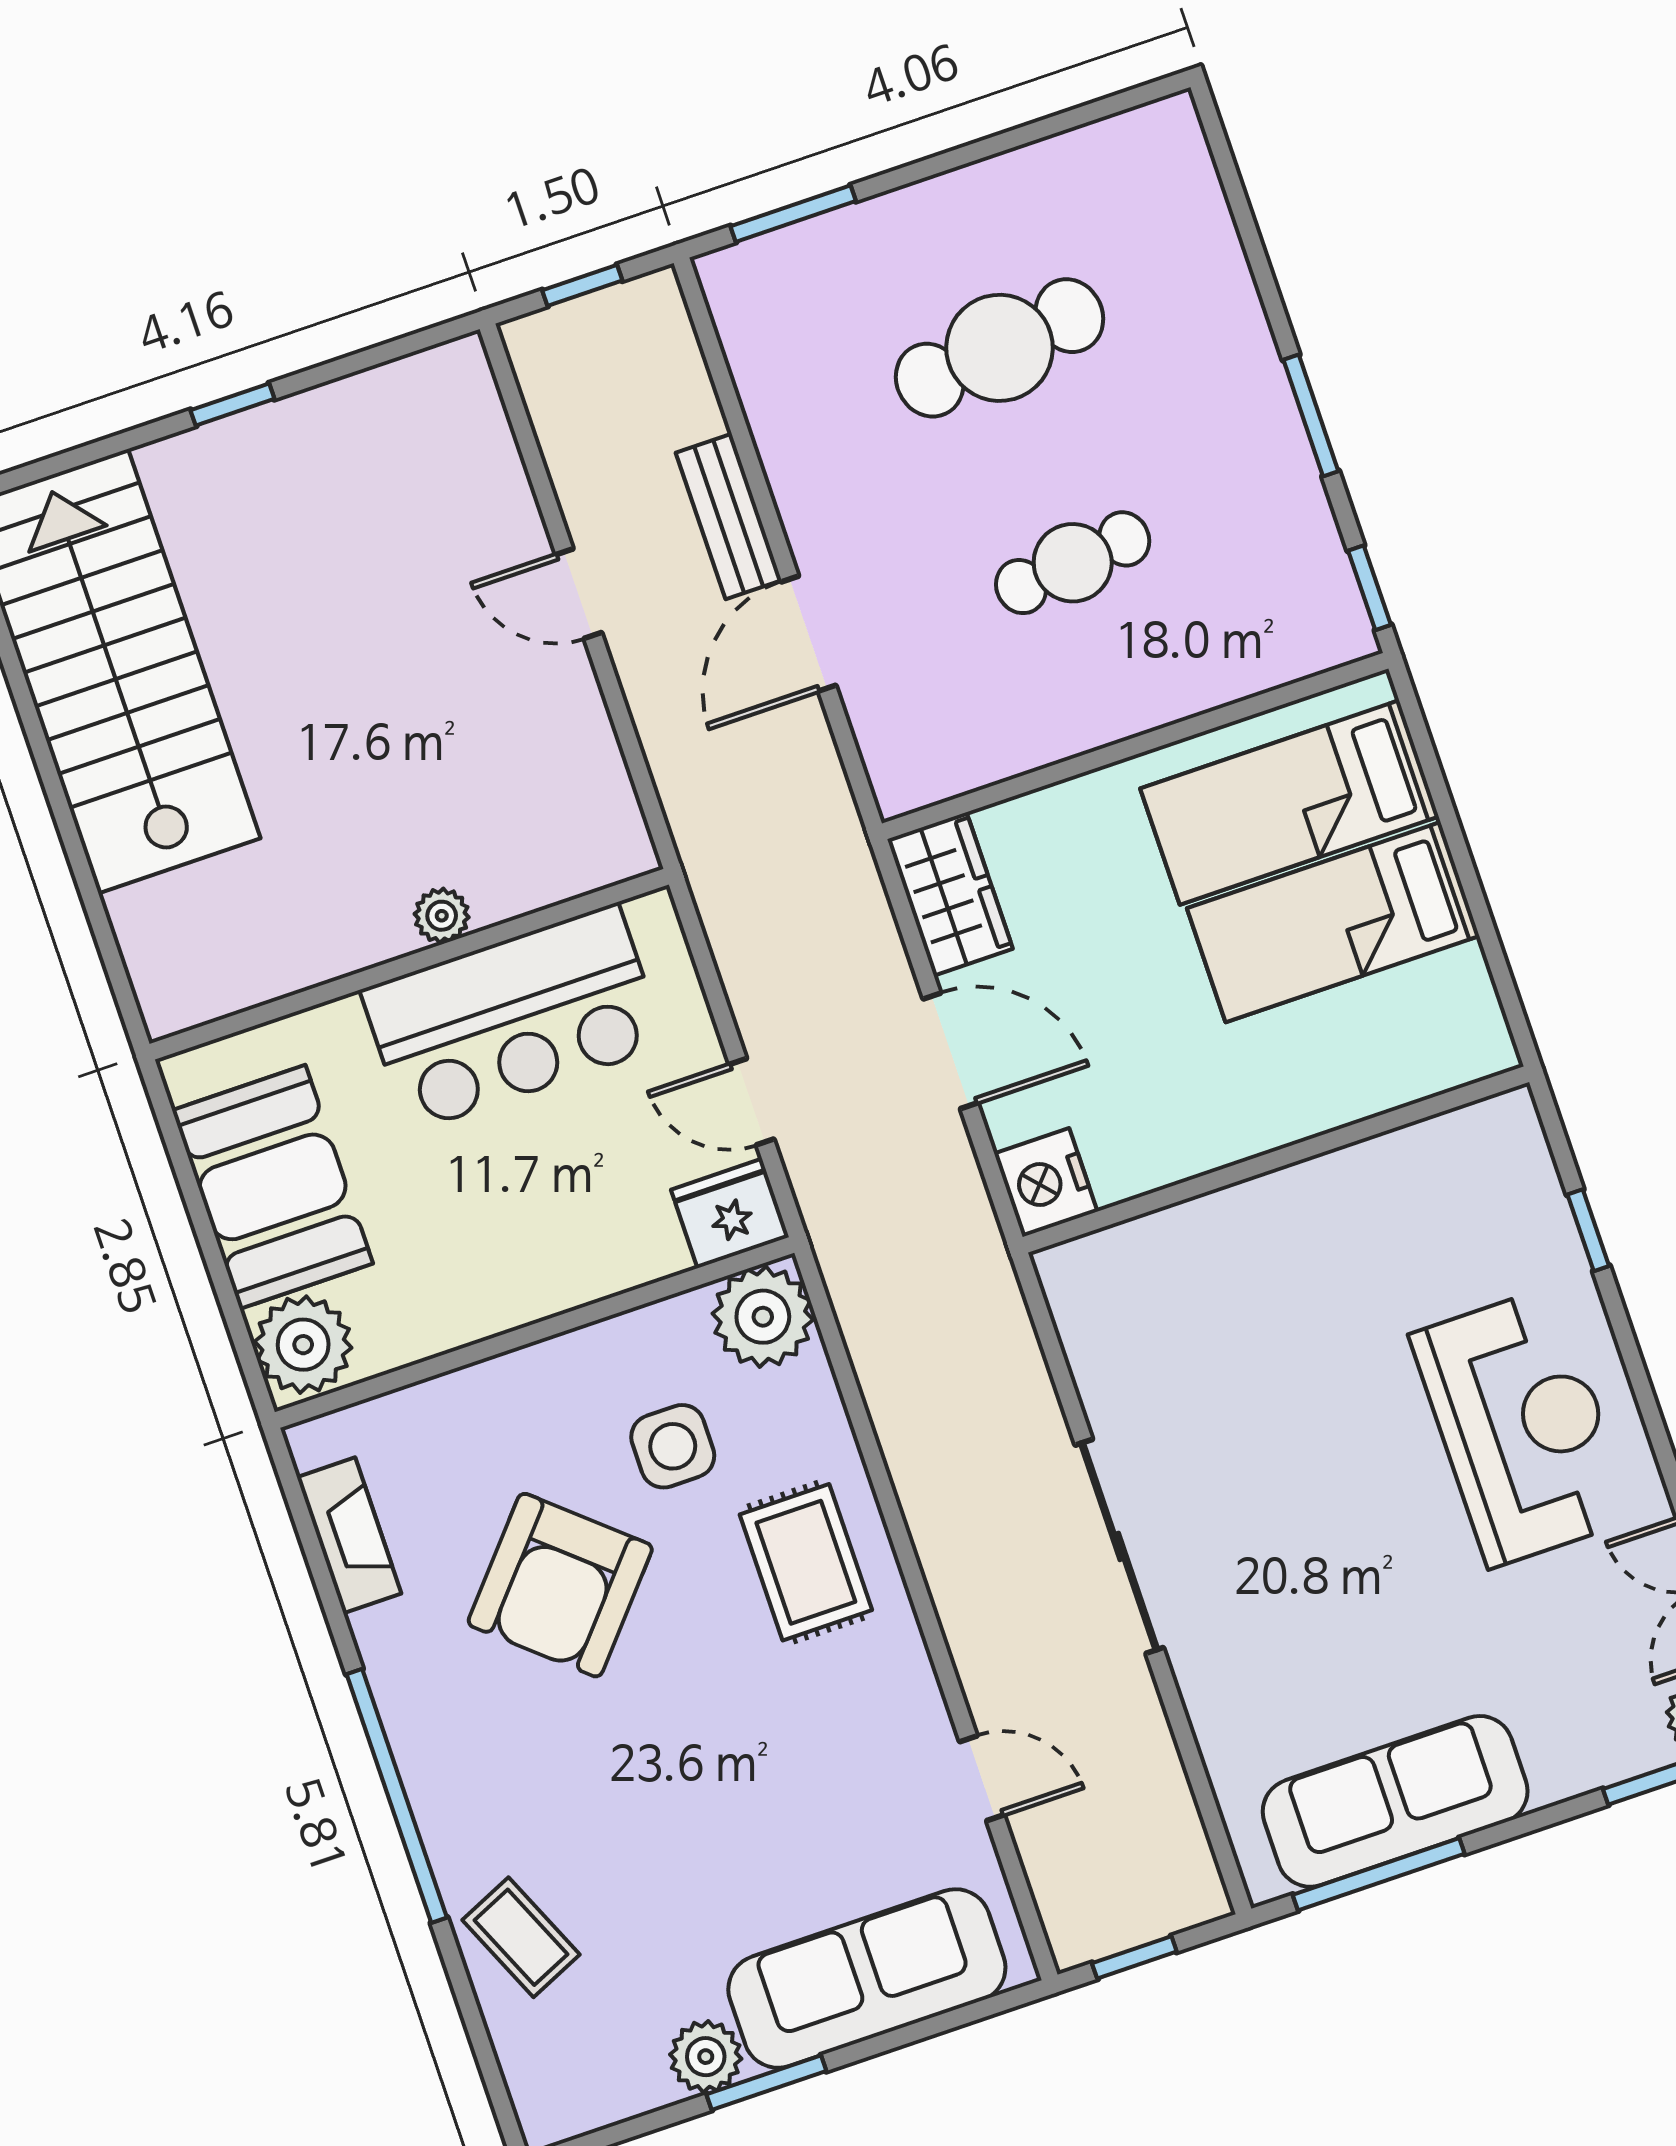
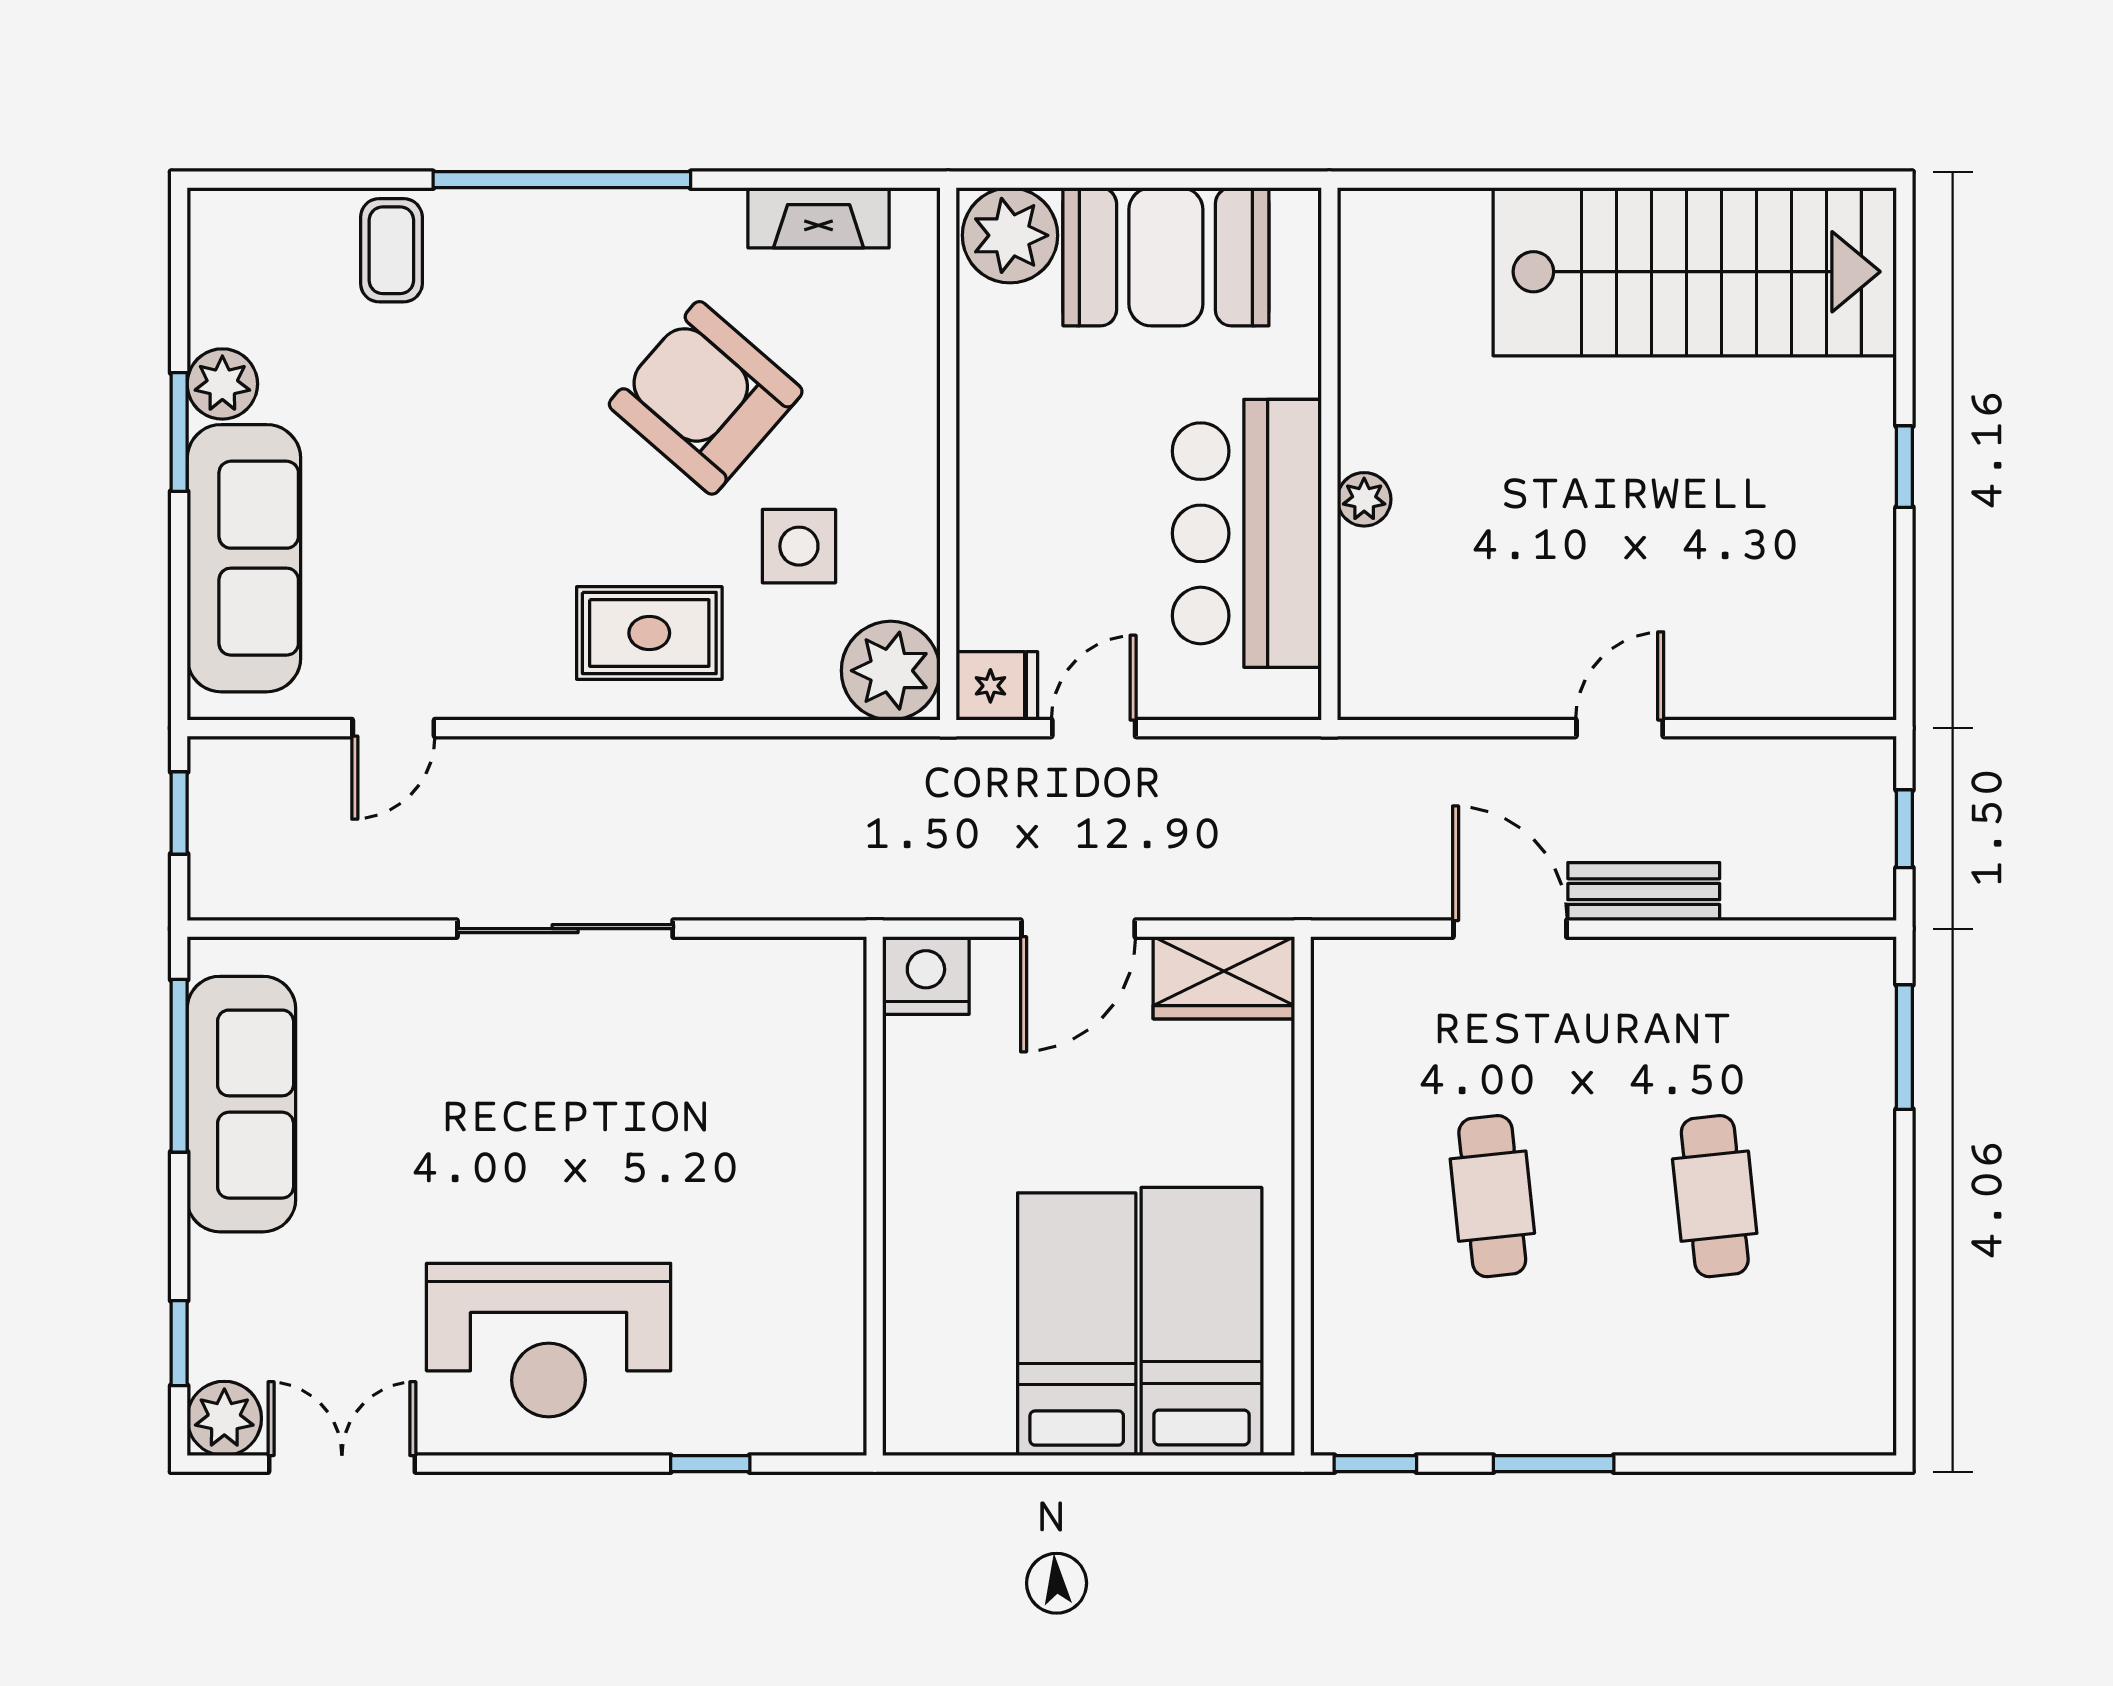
cafe table: (1000, 348) -> (1715, 1196), width x0.73, depth x0.74
fridge: (730, 1213) -> (997, 686), width x0.72
coffee table: (521, 1937) -> (391, 250), turned -66

